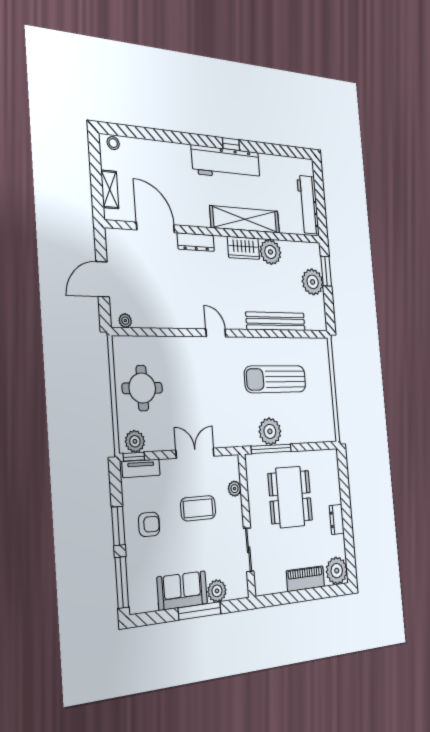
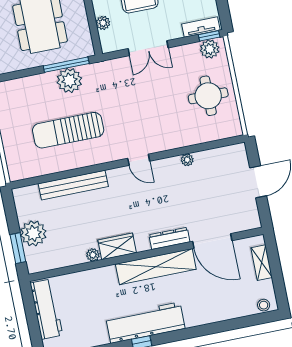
shelving: (245, 219) -> (156, 267), moved
plant: (270, 252) -> (93, 255), width x0.53, depth x0.53
plant: (125, 321) -> (187, 160), moved
sun lounger: (275, 379) -> (68, 130), turned 180

